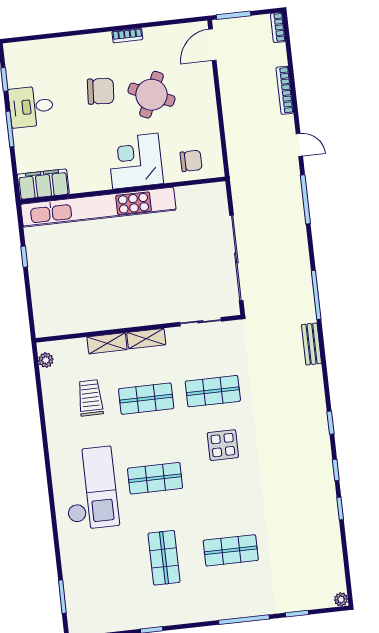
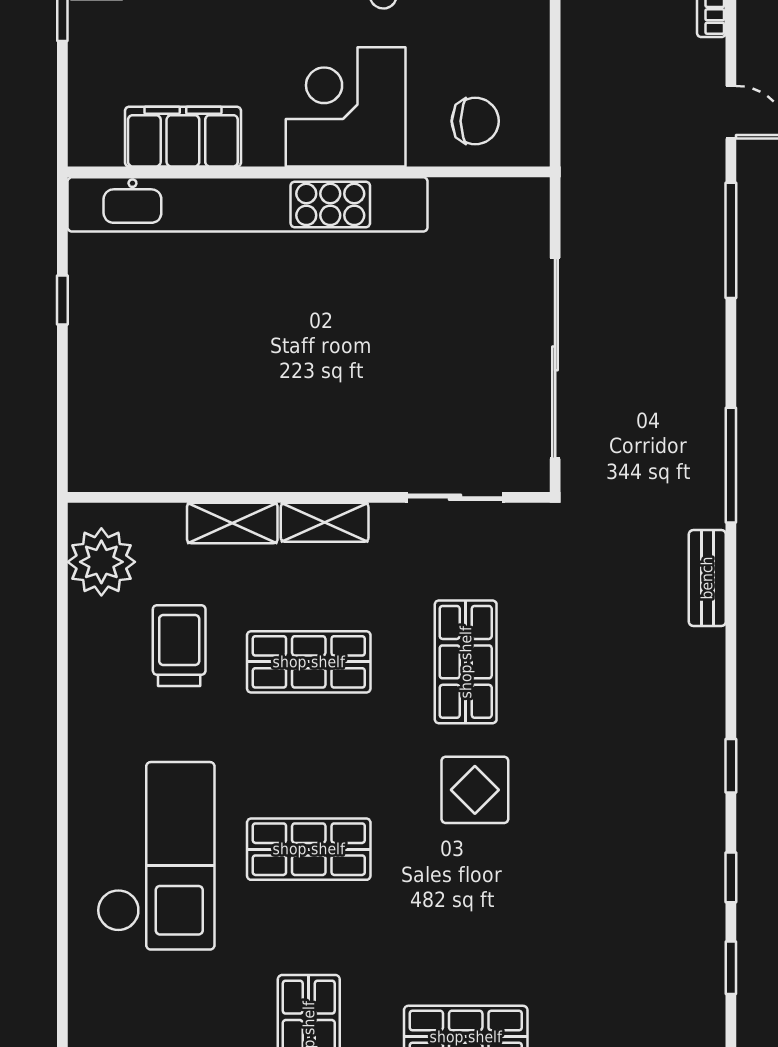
filing cabinet: (43, 184) -> (183, 137), moved
plant: (46, 360) -> (101, 562), width x1.88, depth x1.88
shop shelf: (213, 391) -> (466, 662), turned 90

